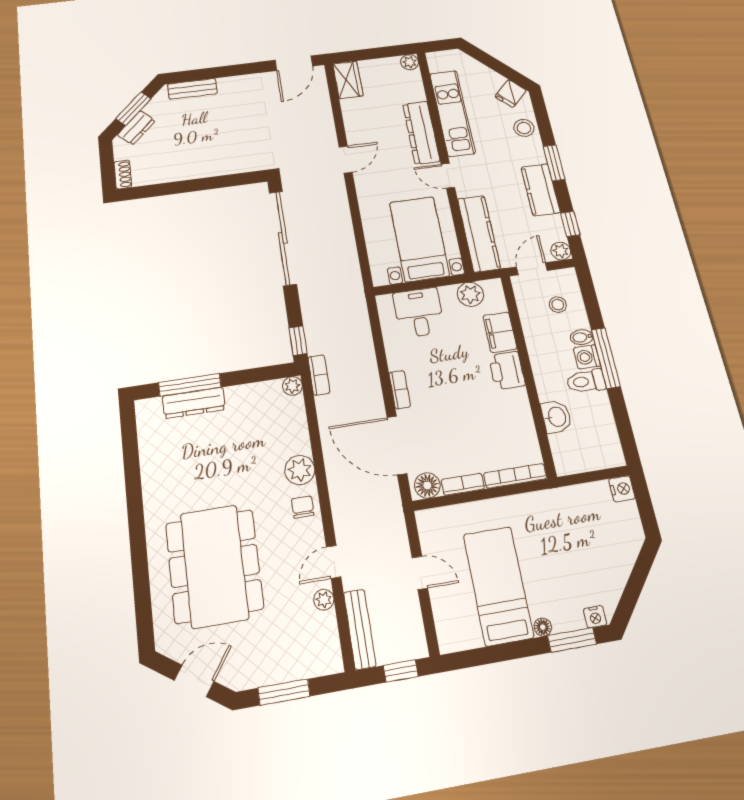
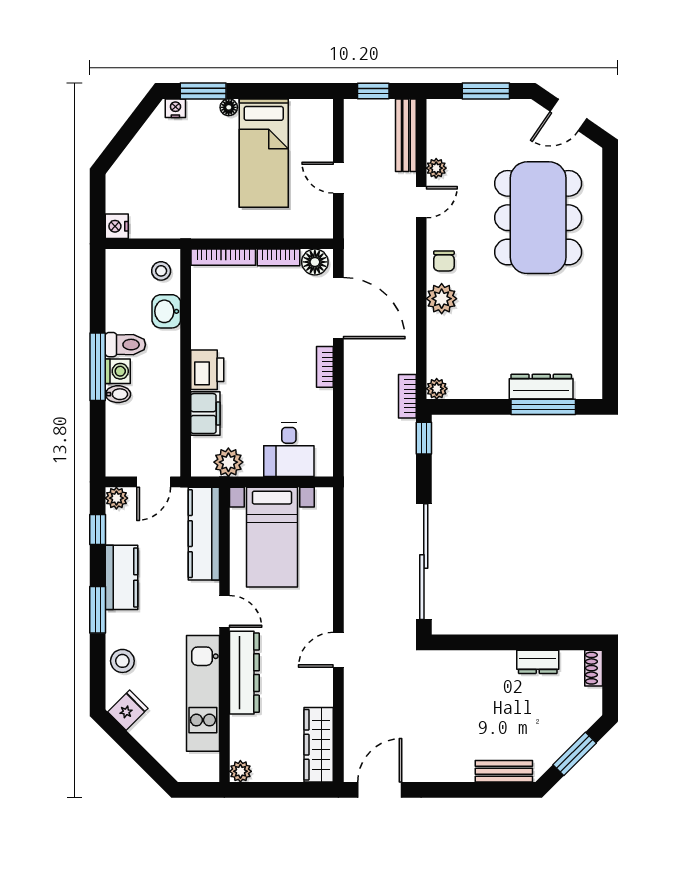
wardrobe: (348, 80) -> (319, 745), width x1.50
dresser: (136, 128) -> (538, 662), moved, turned -135
stool: (558, 305) -> (161, 271), moved

